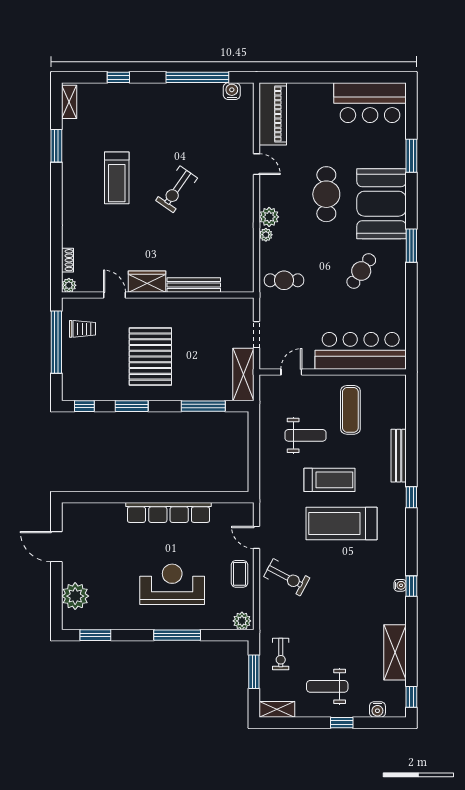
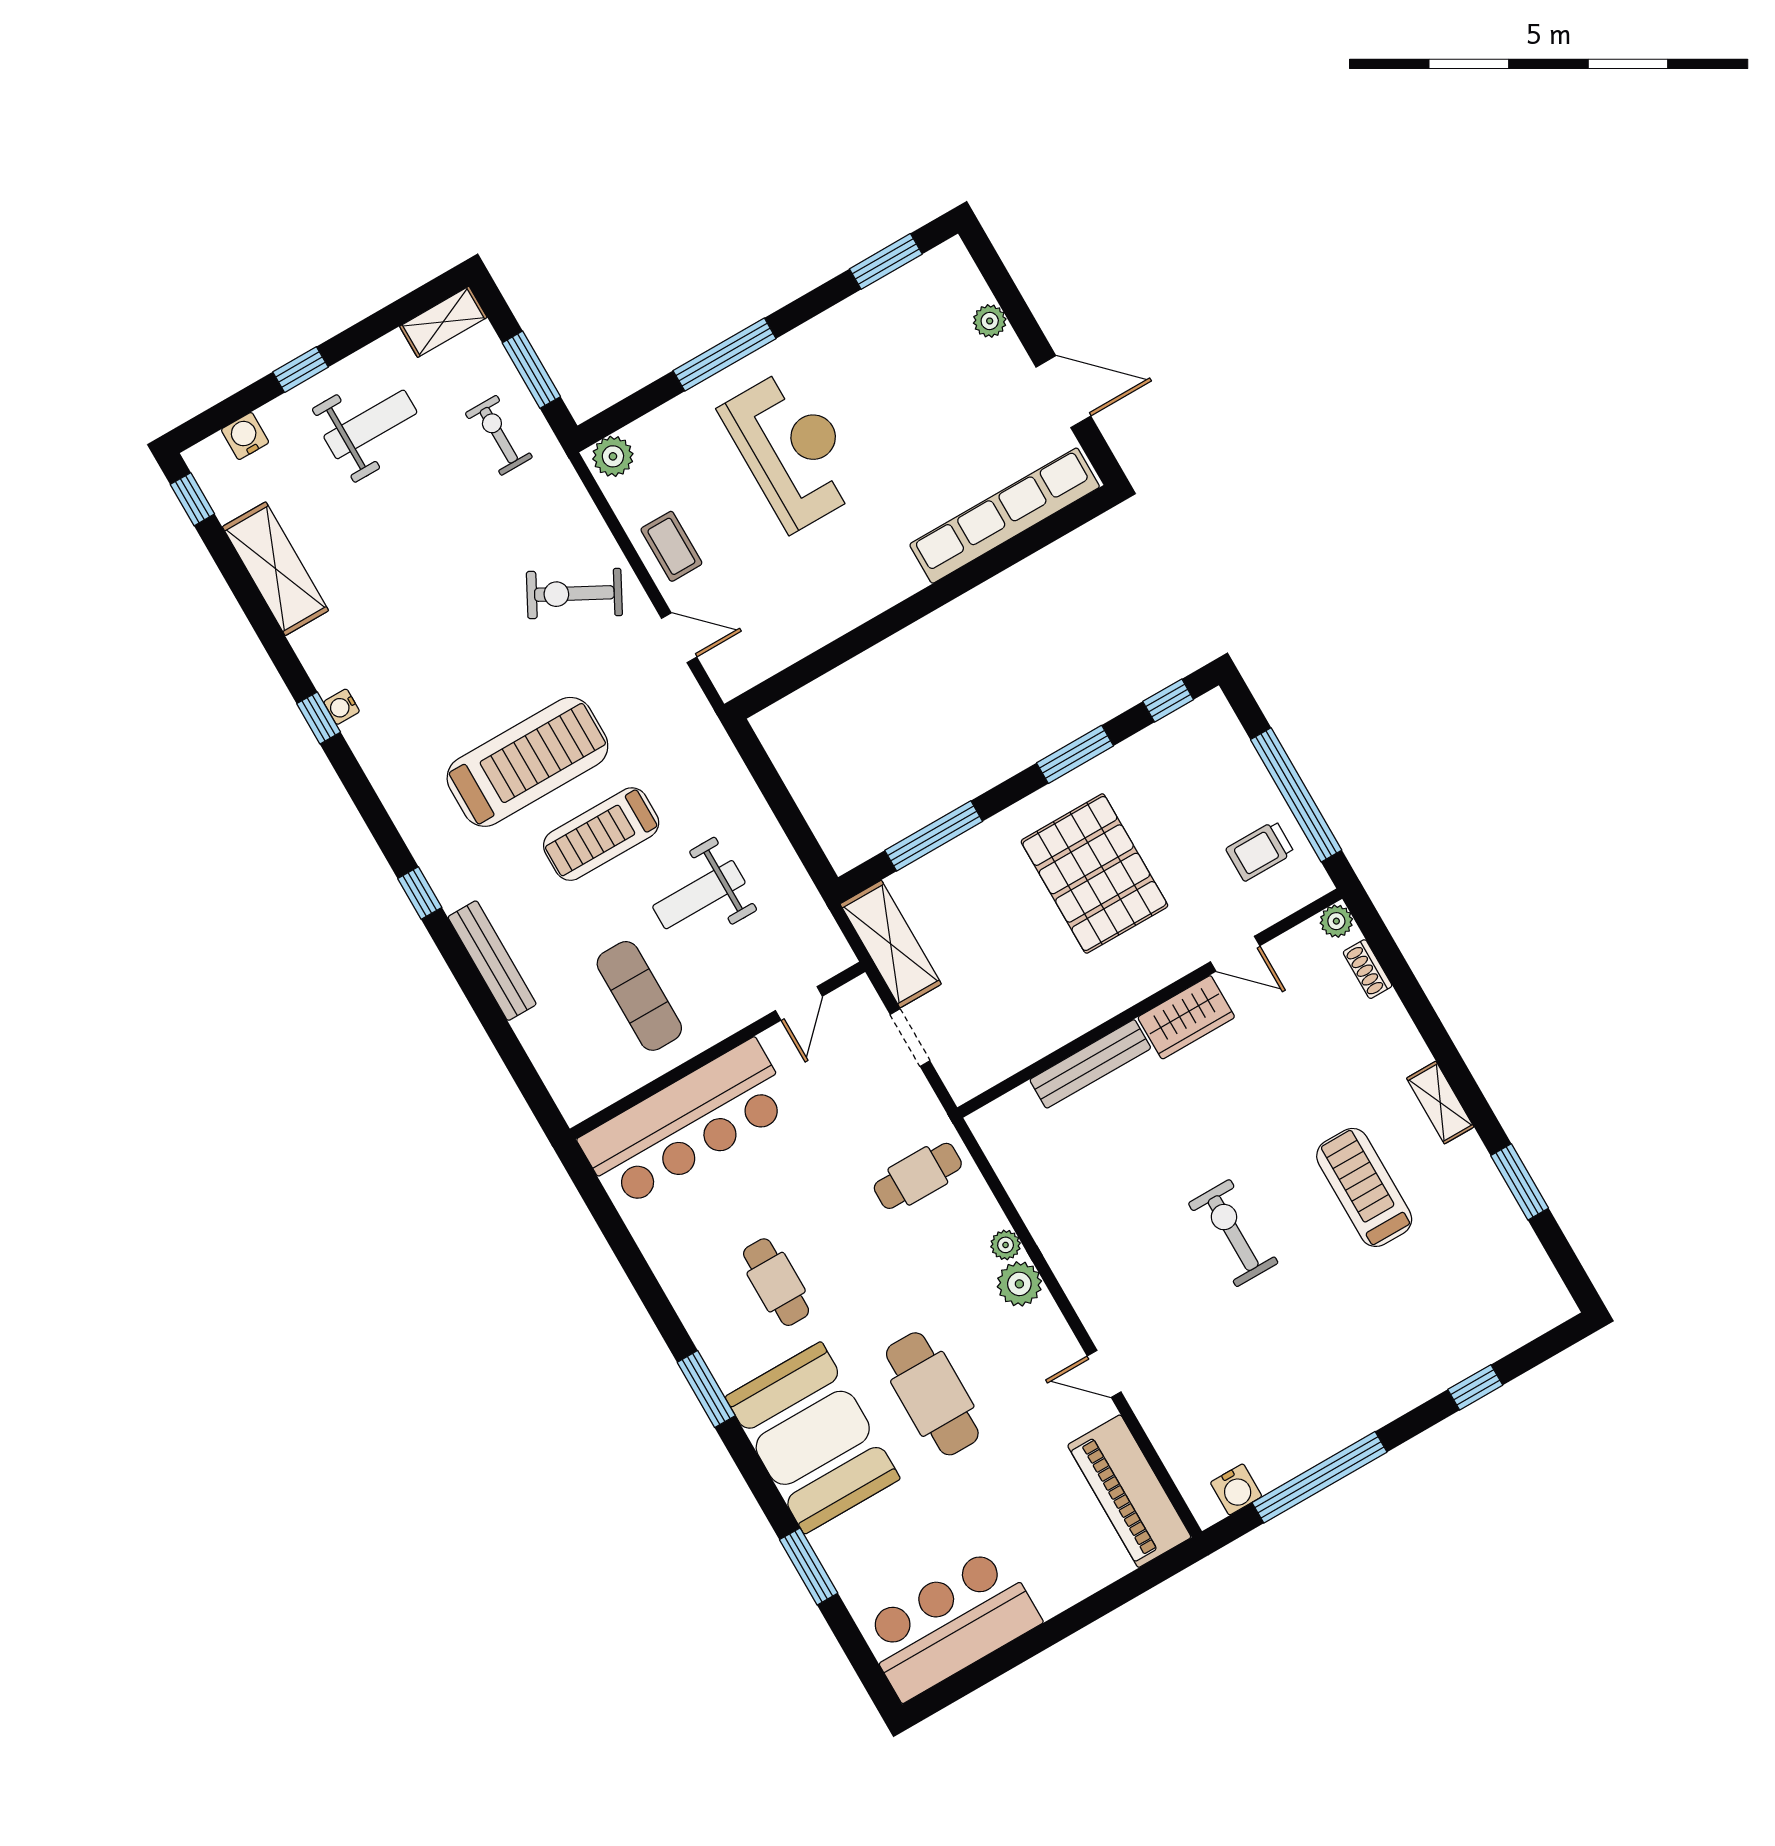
shelving: (69, 102) -> (1440, 1103), moved
exercise bike: (177, 189) -> (1233, 1233), turned -35
cafe table: (361, 271) -> (776, 1282), turned -35
row of seats: (168, 512) -> (1005, 516), moved
reception desk: (172, 584) -> (792, 449), turned -90
plant: (75, 596) -> (990, 321), width x0.53, depth x0.53

